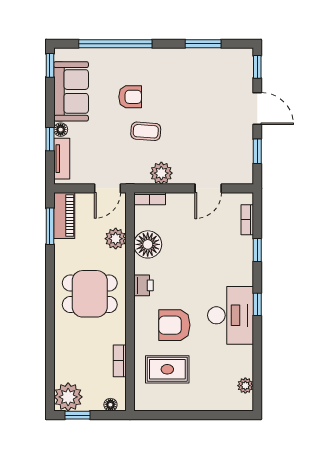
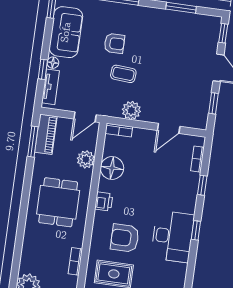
dining table: (90, 294) -> (58, 202), turned 90

